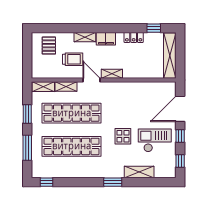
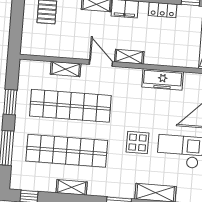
trolley: (73, 59) -> (78, 33), removed
shelving: (43, 87) -> (72, 187), moved
freezer: (138, 88) -> (163, 79), added

